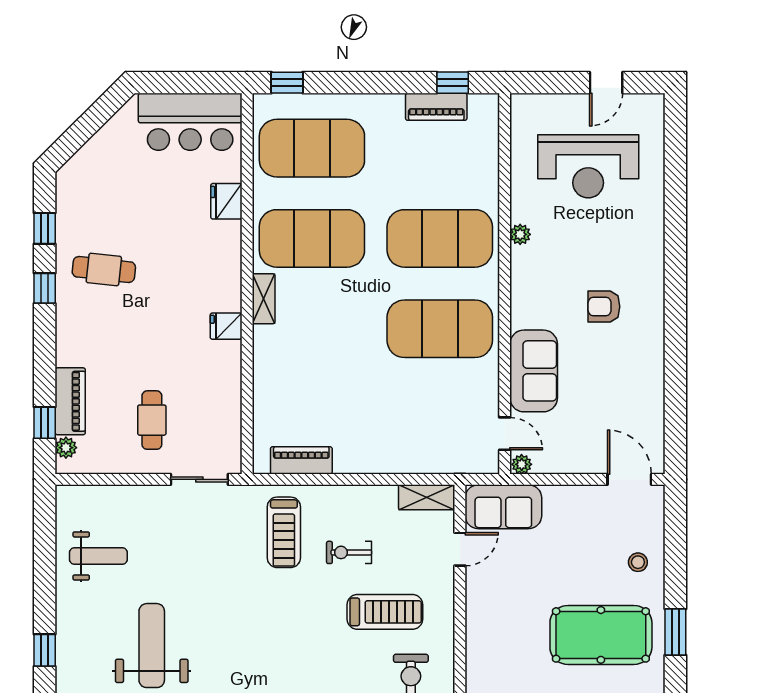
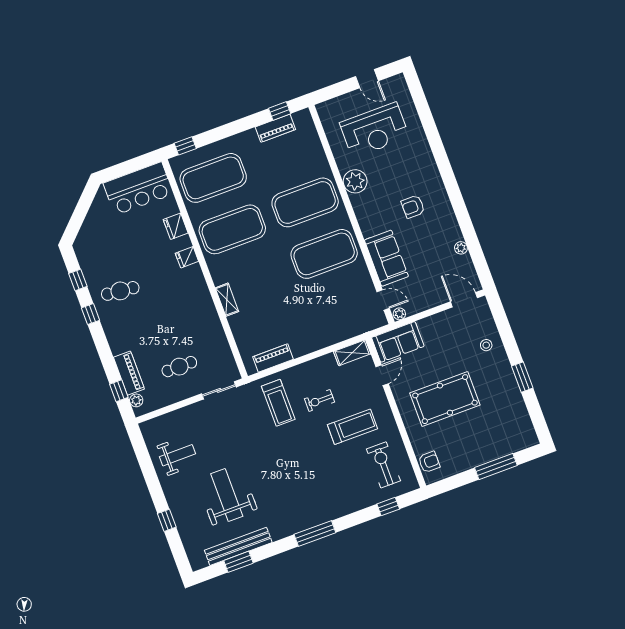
door: (606, 83) -> (367, 79), hinge flipped
plant: (520, 234) -> (355, 181), width x1.88, depth x1.88
shelving: (264, 299) -> (227, 300), moved
fridge: (226, 326) -> (187, 257), moved
plant: (655, 398) -> (461, 248), added
cafe table: (152, 420) -> (179, 367), turned 90
pool table: (601, 635) -> (445, 399), moved

